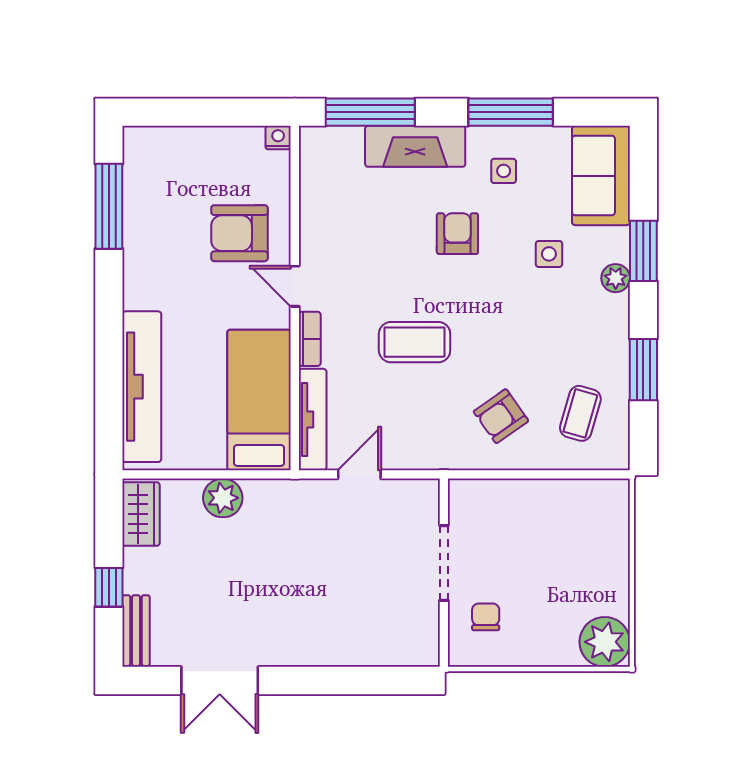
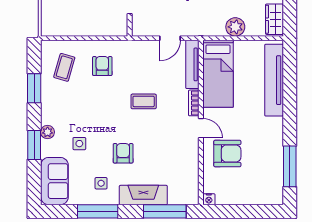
armchair: (457, 234) -> (123, 153), turned 180
coffee table: (415, 342) -> (144, 101), width x0.73, depth x0.77
armchair: (501, 416) -> (102, 66), turned -55

